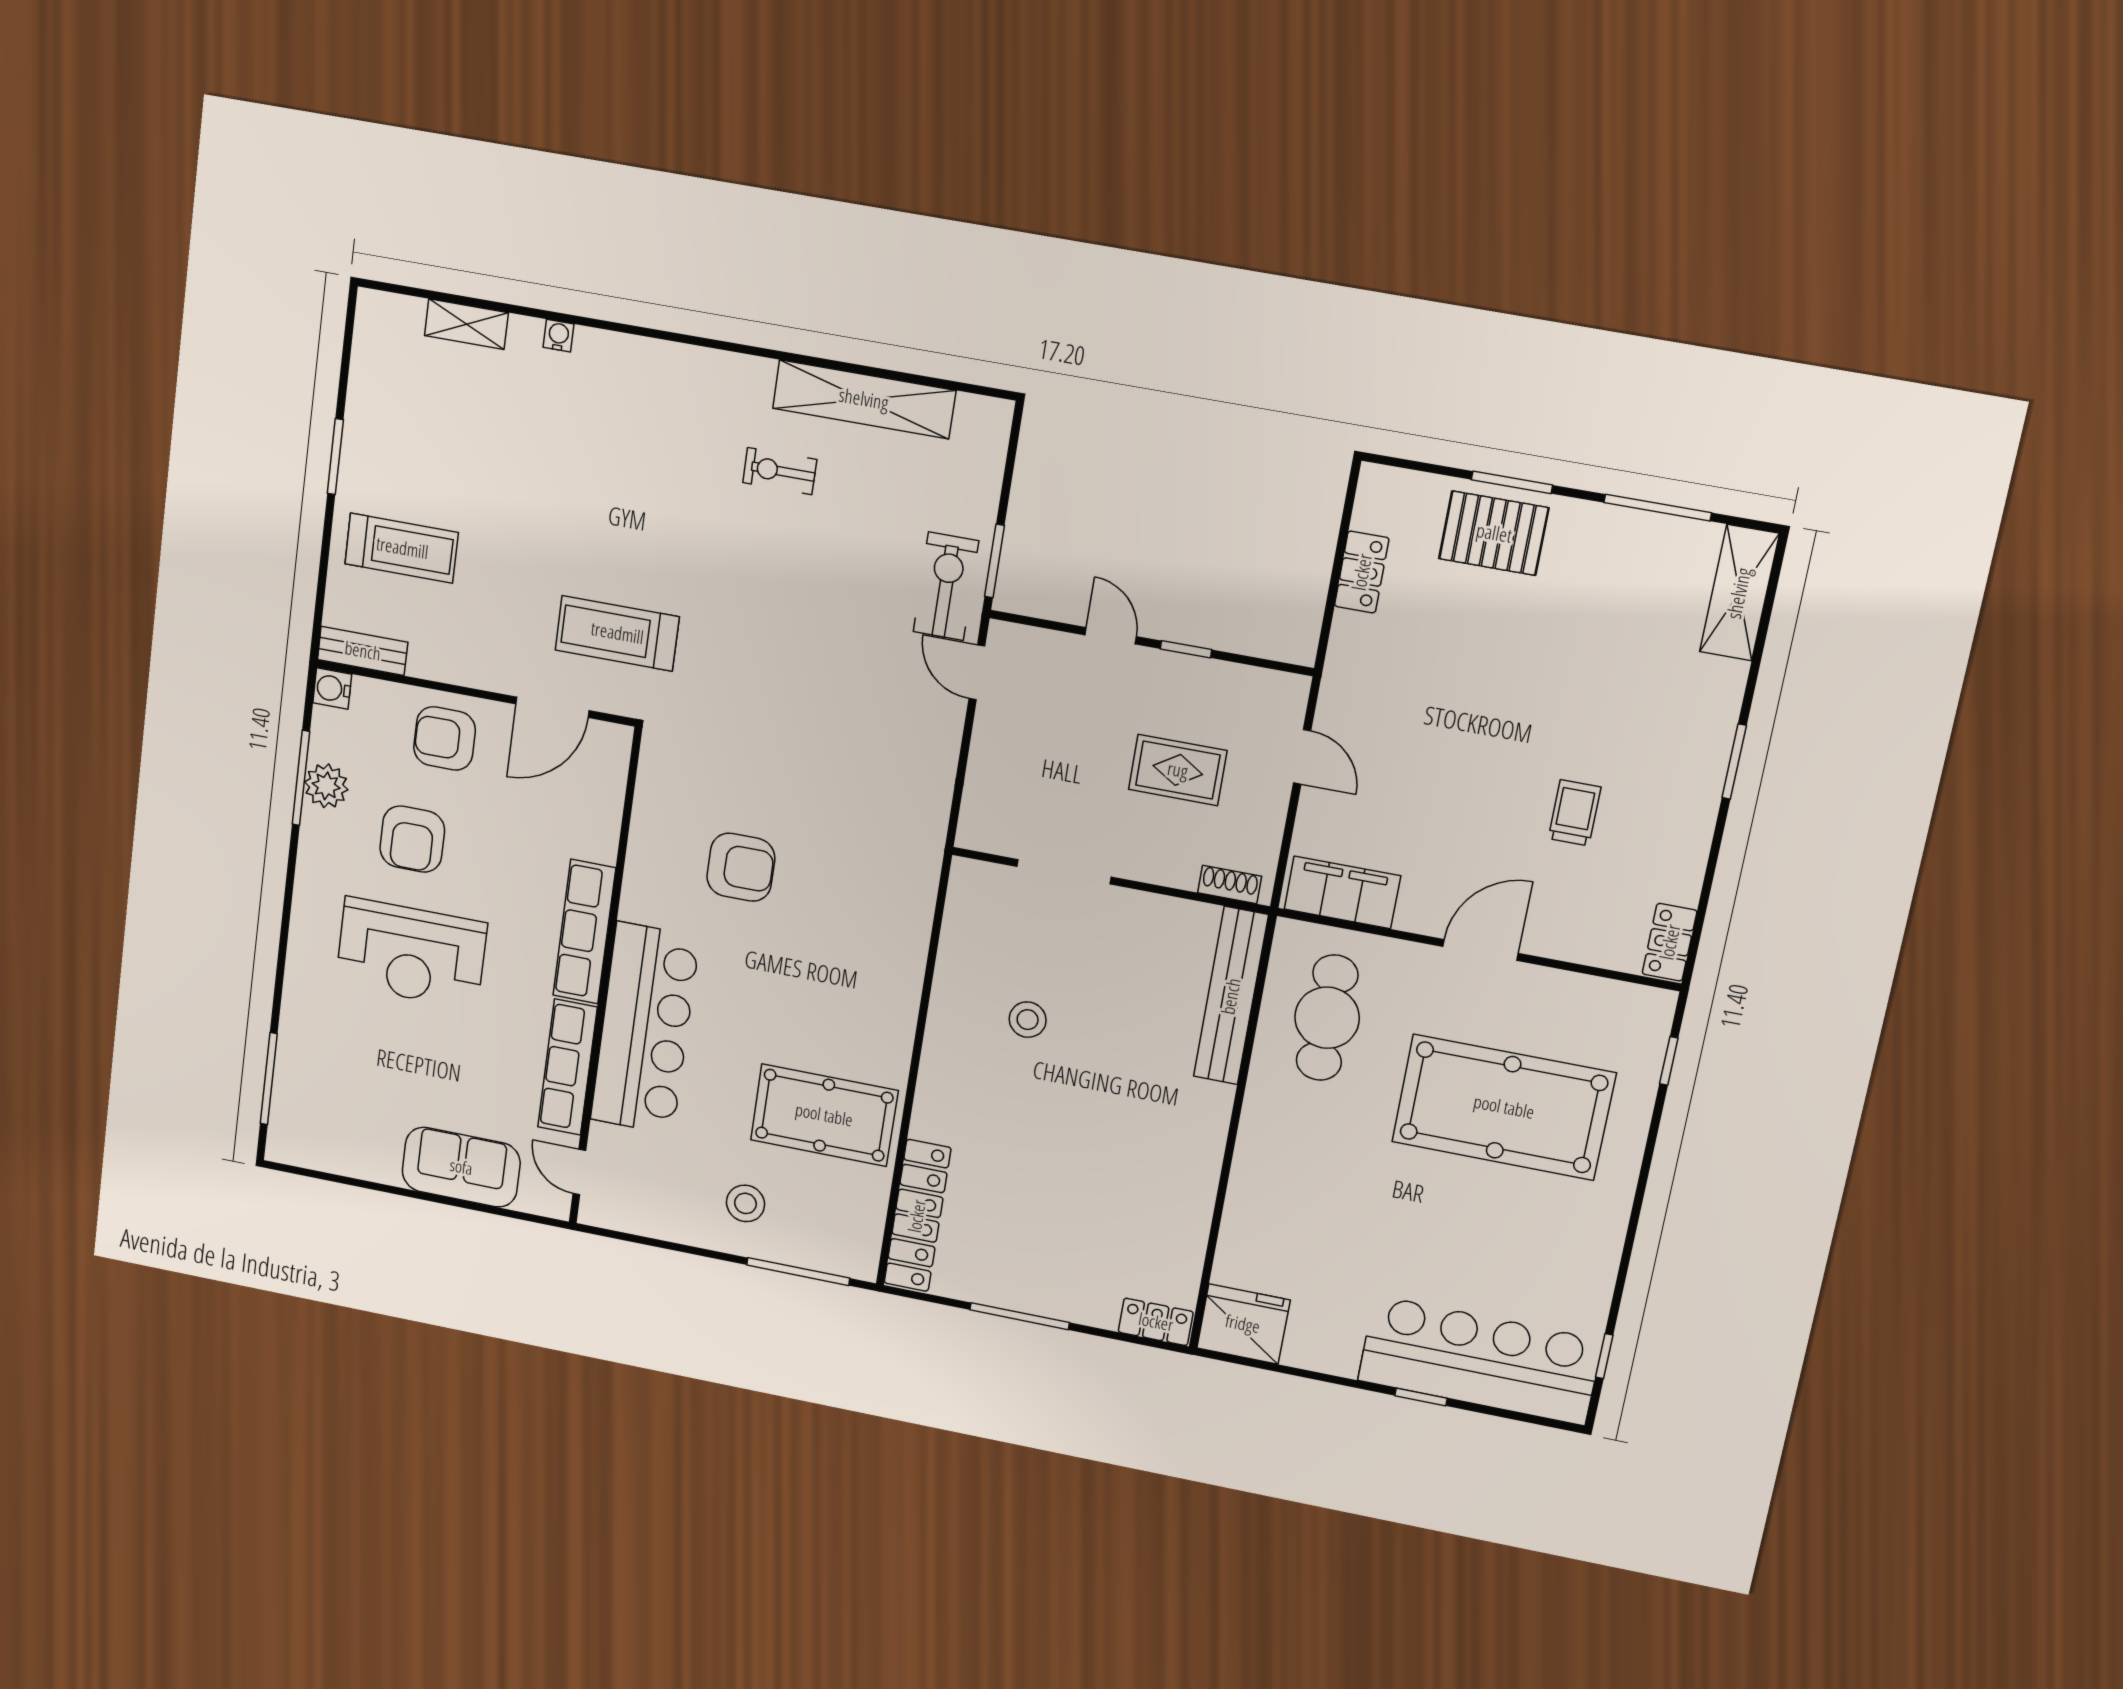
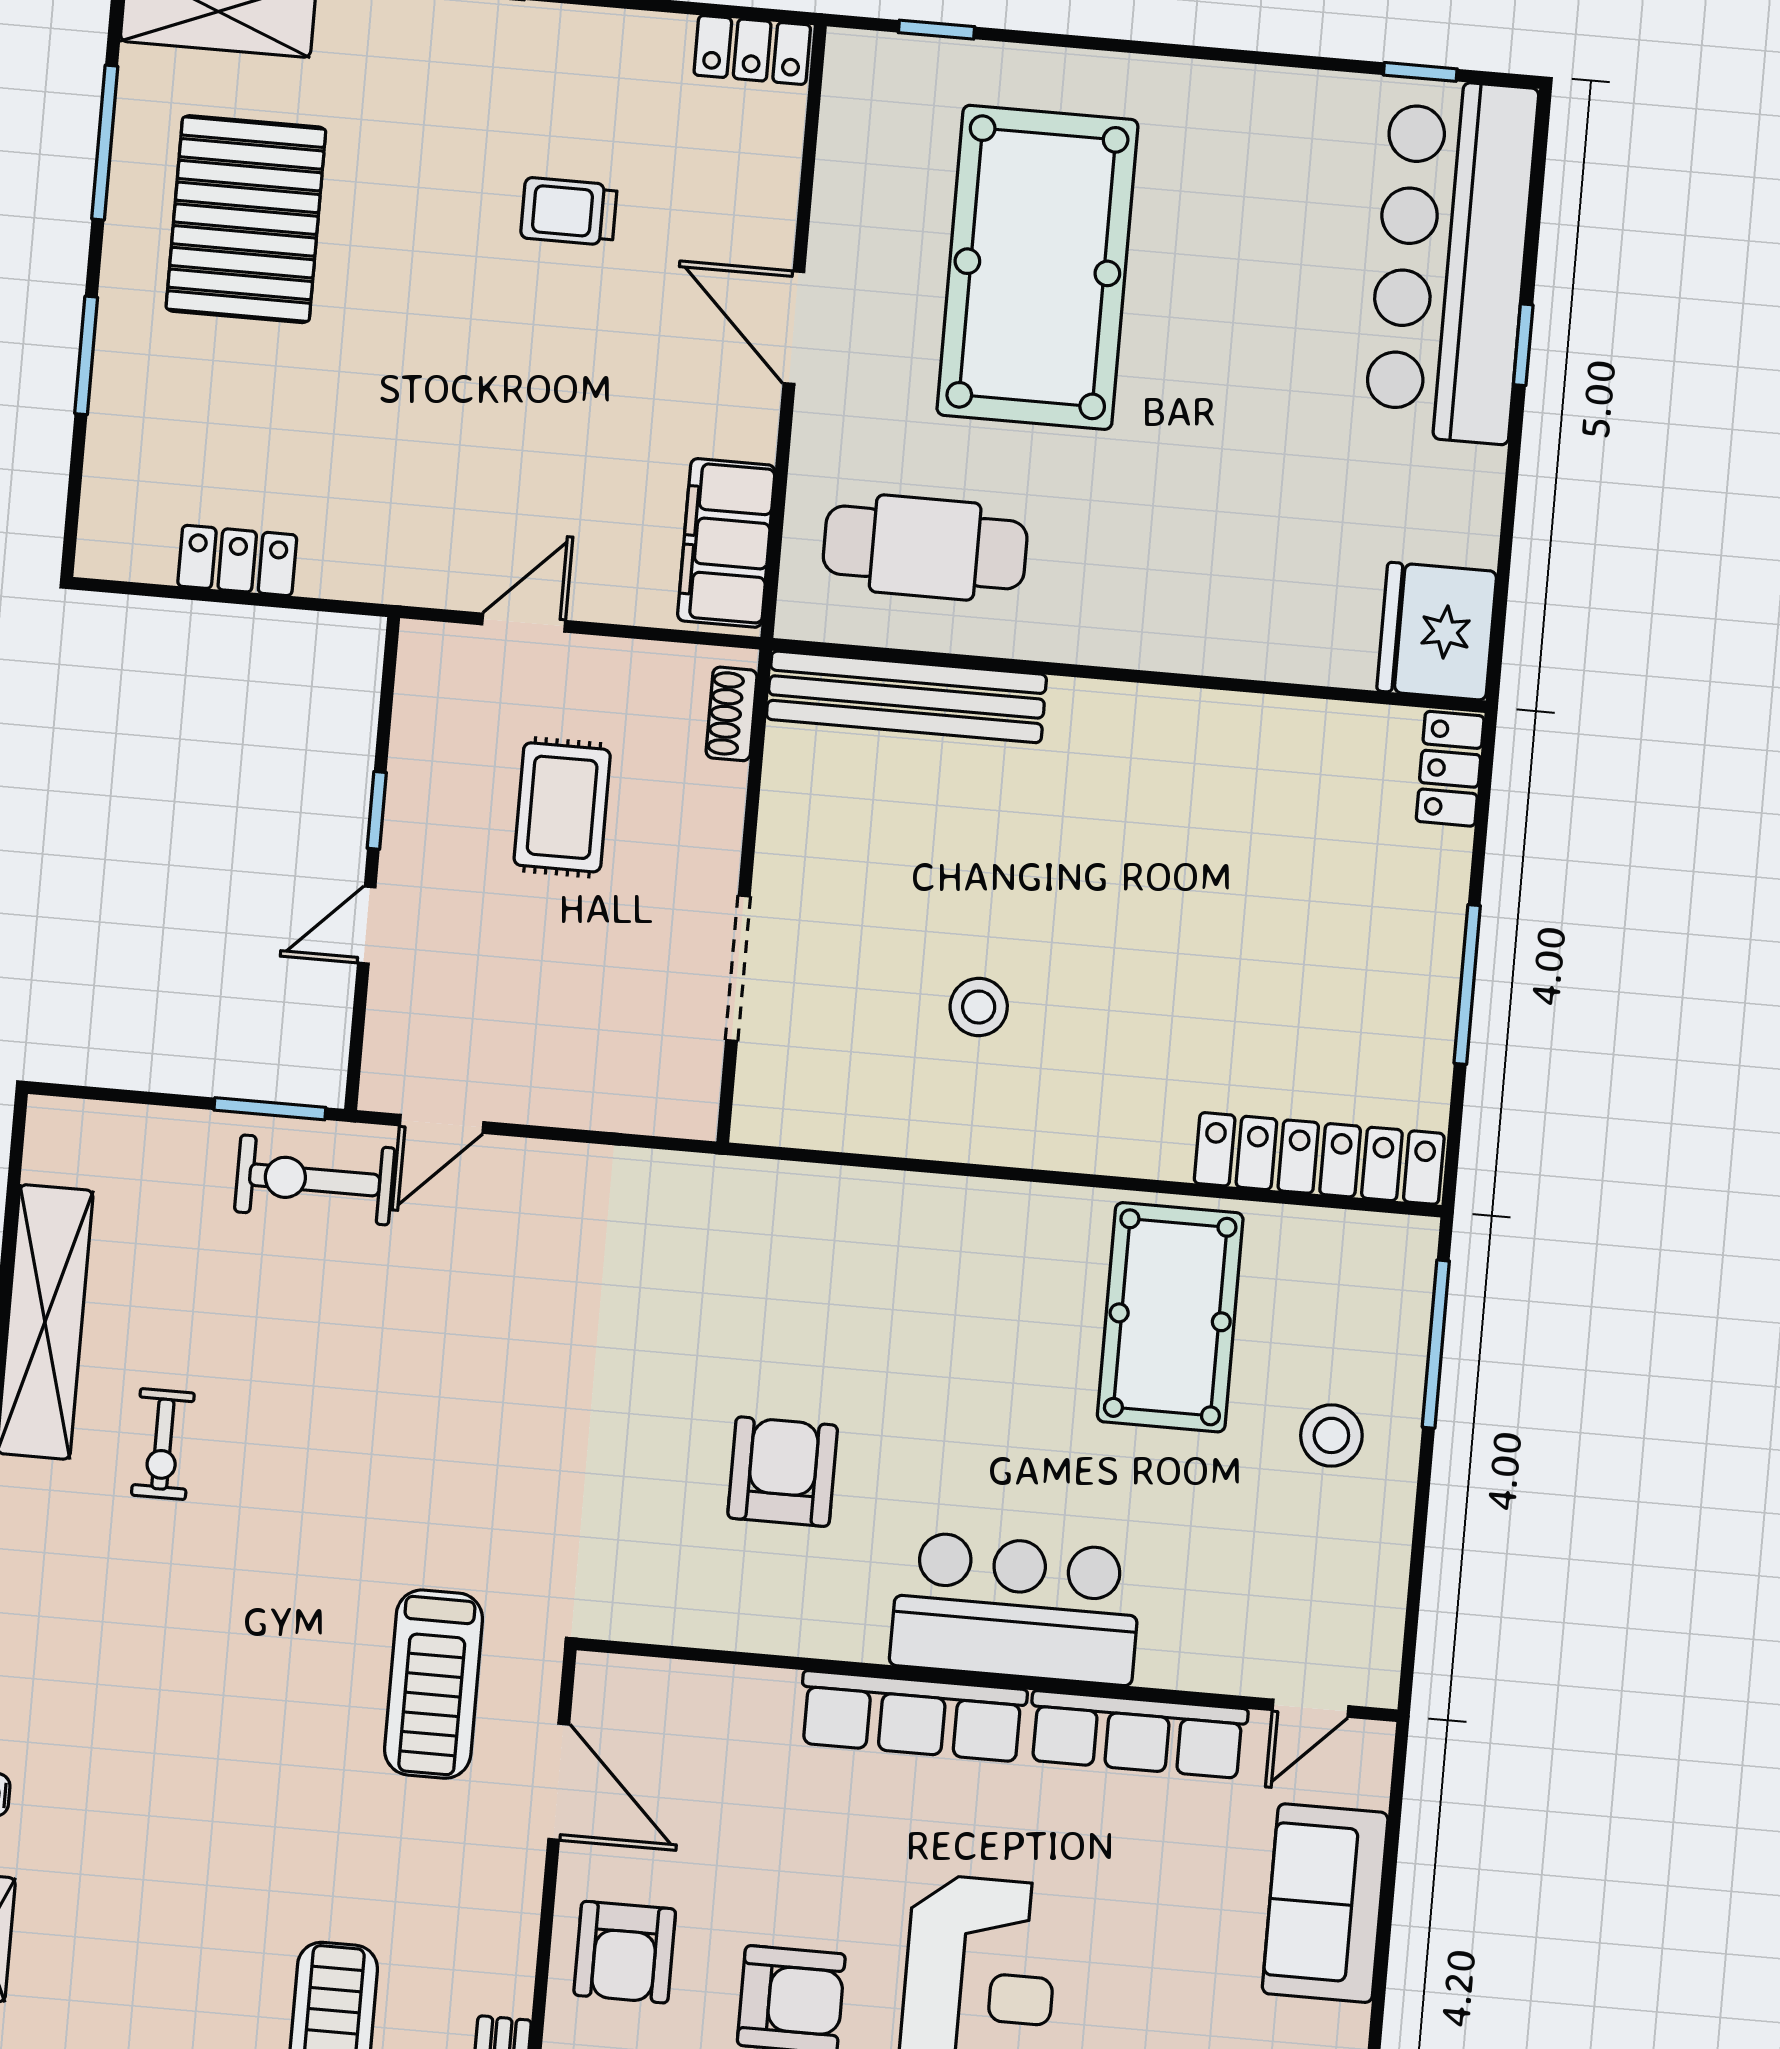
pallet: (1494, 533) -> (246, 219), moved, width x1.37, depth x1.41
bar counter: (645, 1029) -> (1016, 1608), width x0.73

